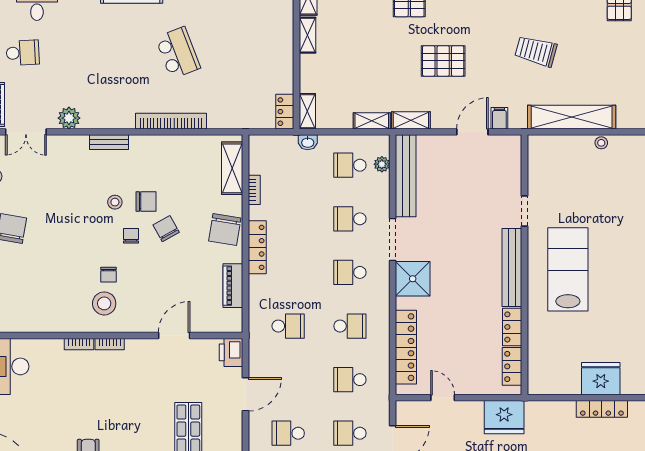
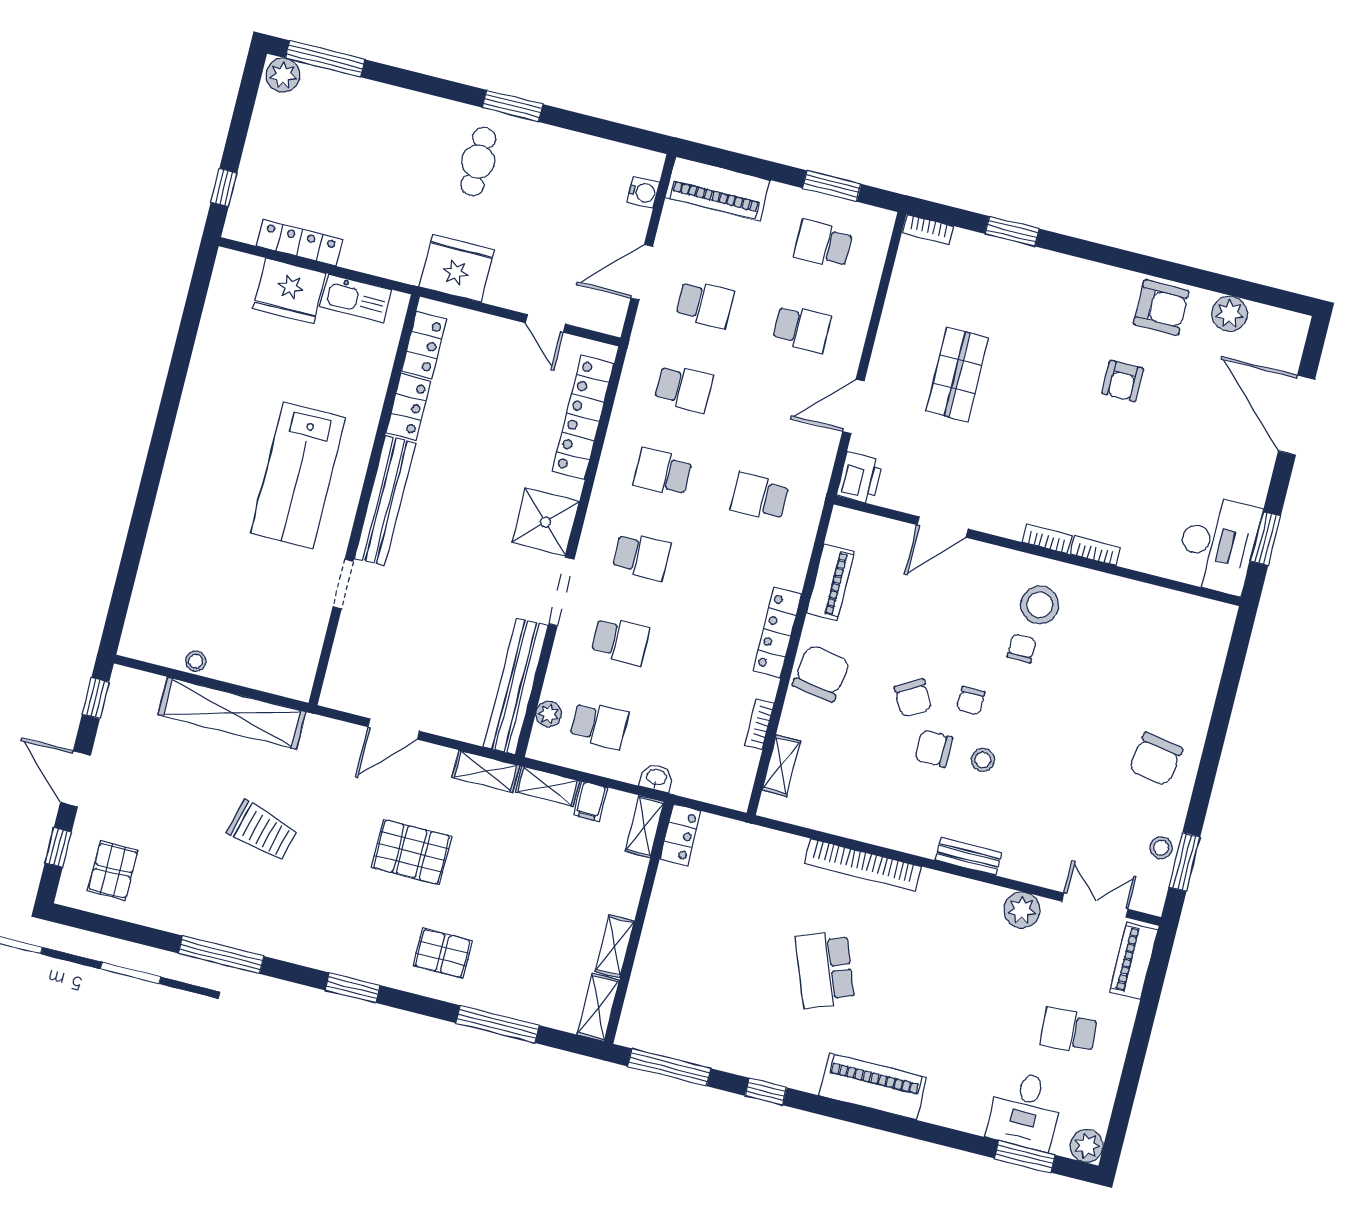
filing cabinet: (499, 118) -> (591, 801), moved
shelving: (232, 168) -> (781, 766), width x0.67, depth x0.75
kitchen sink: (560, 384) -> (356, 298), added

